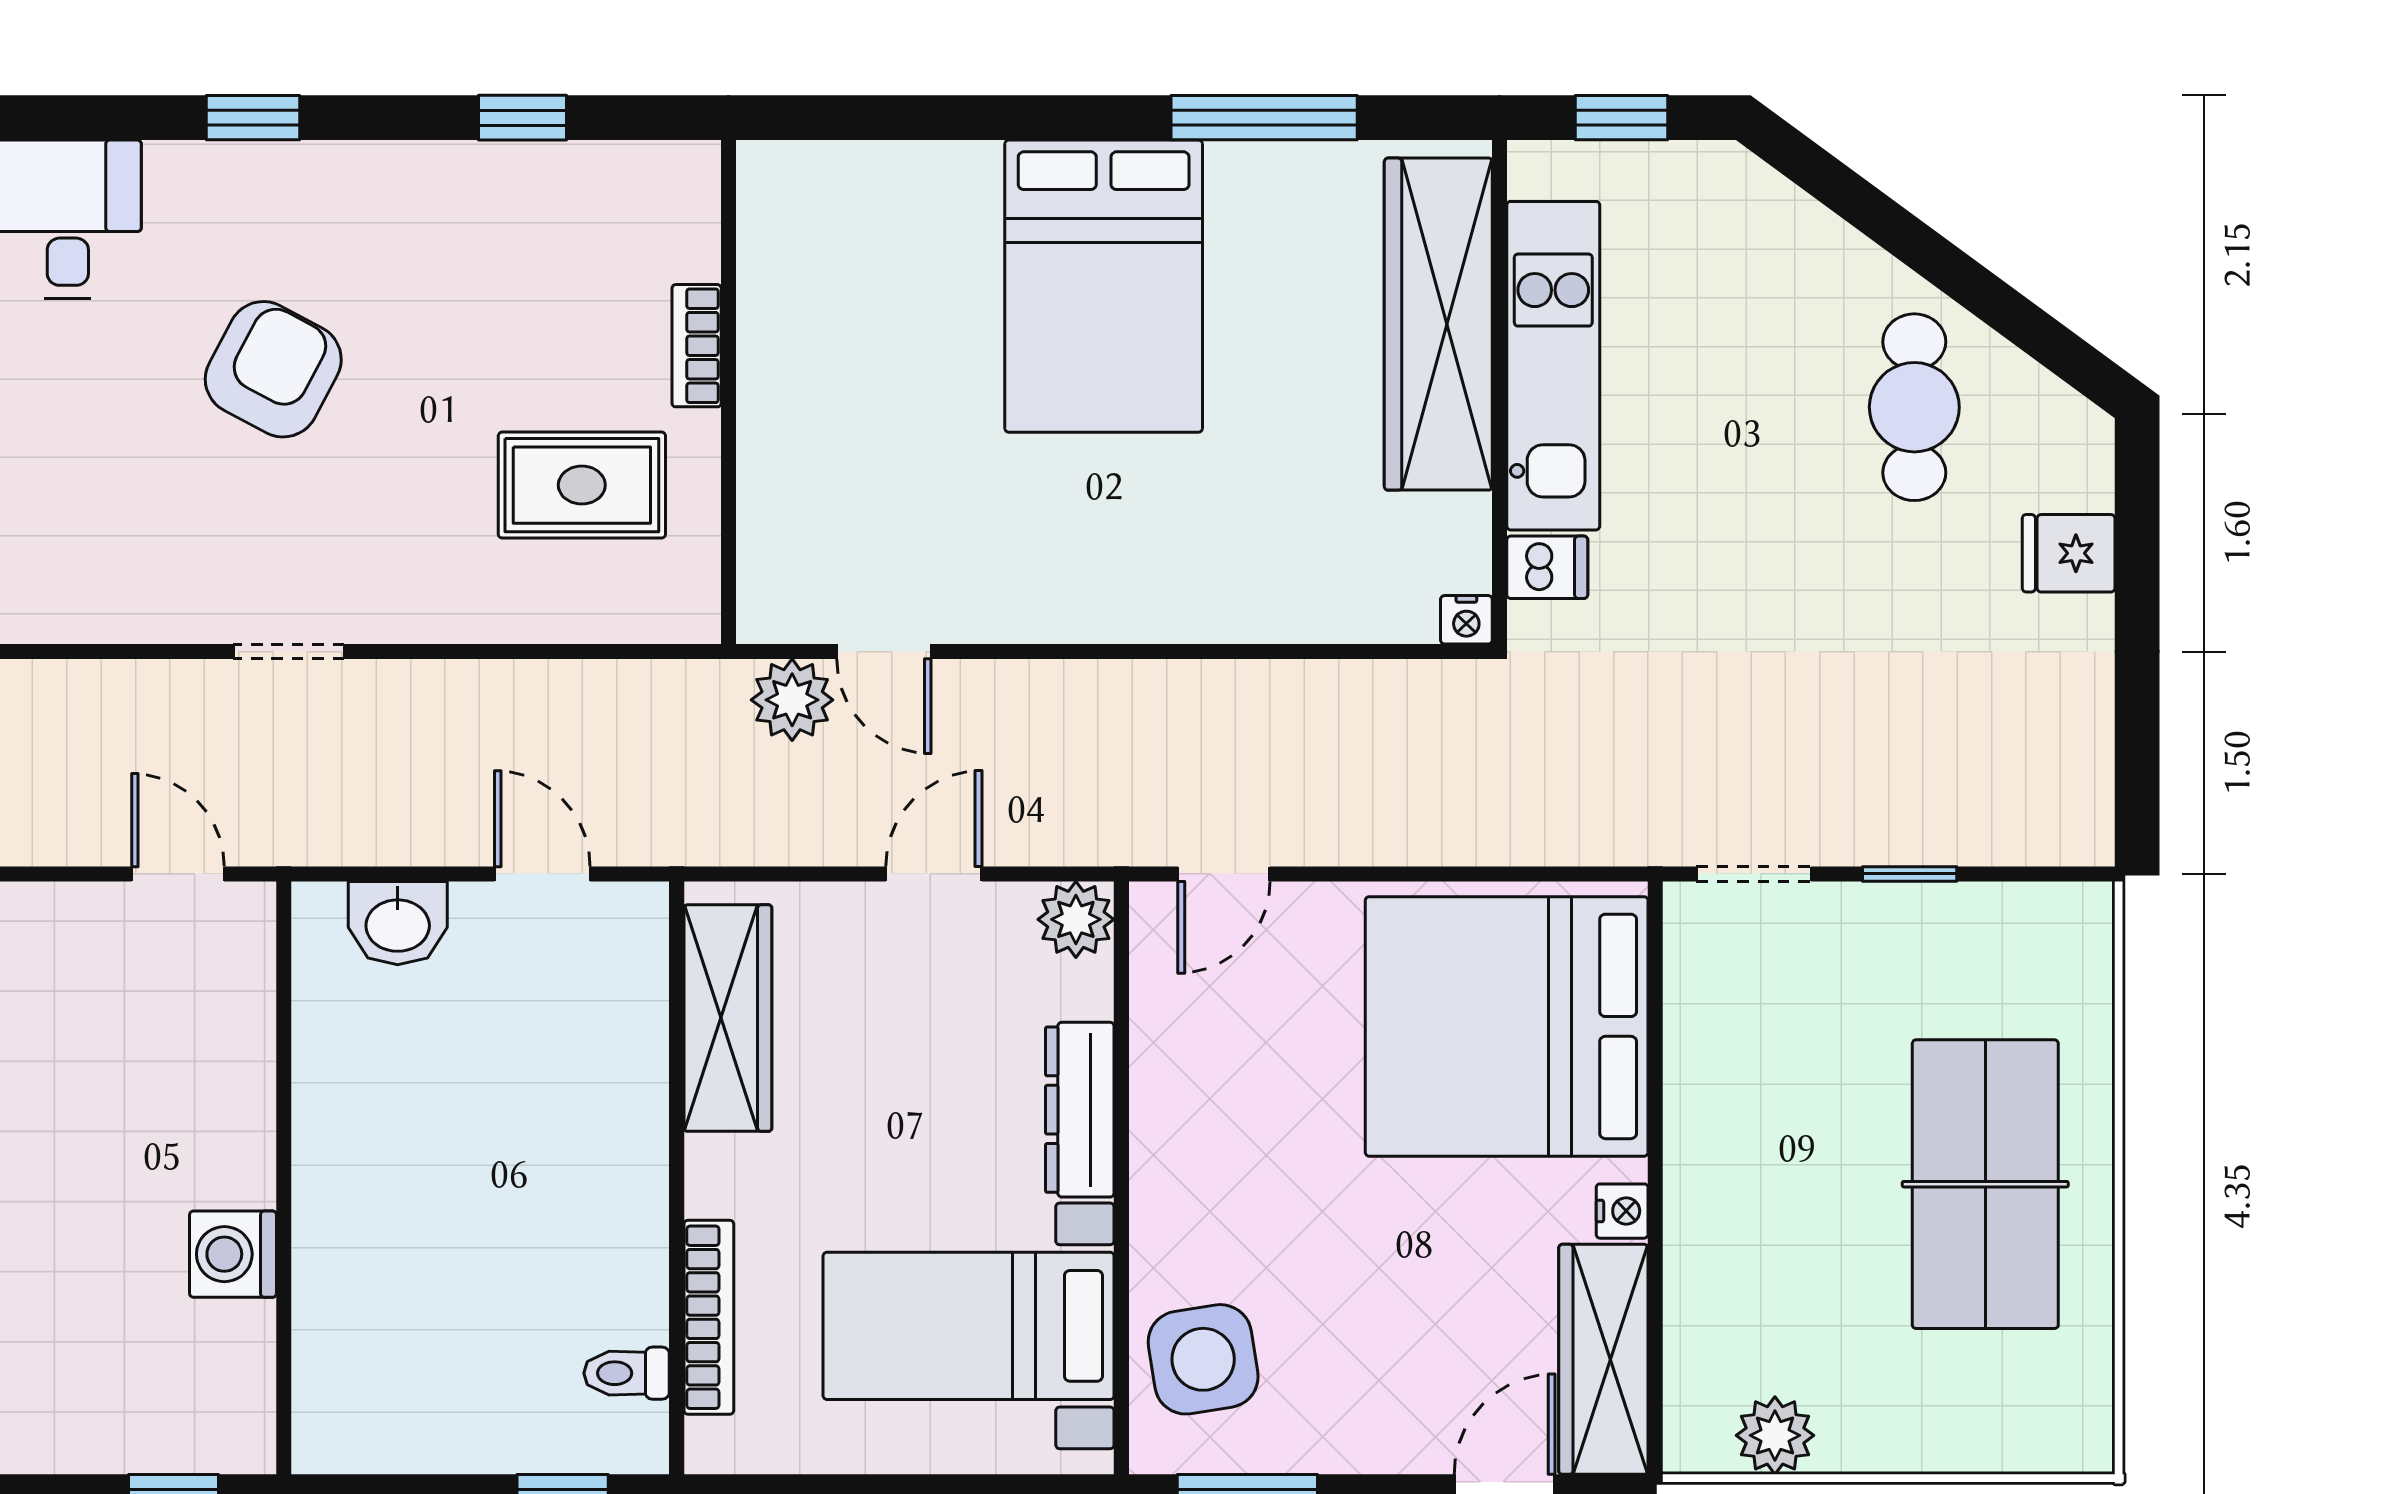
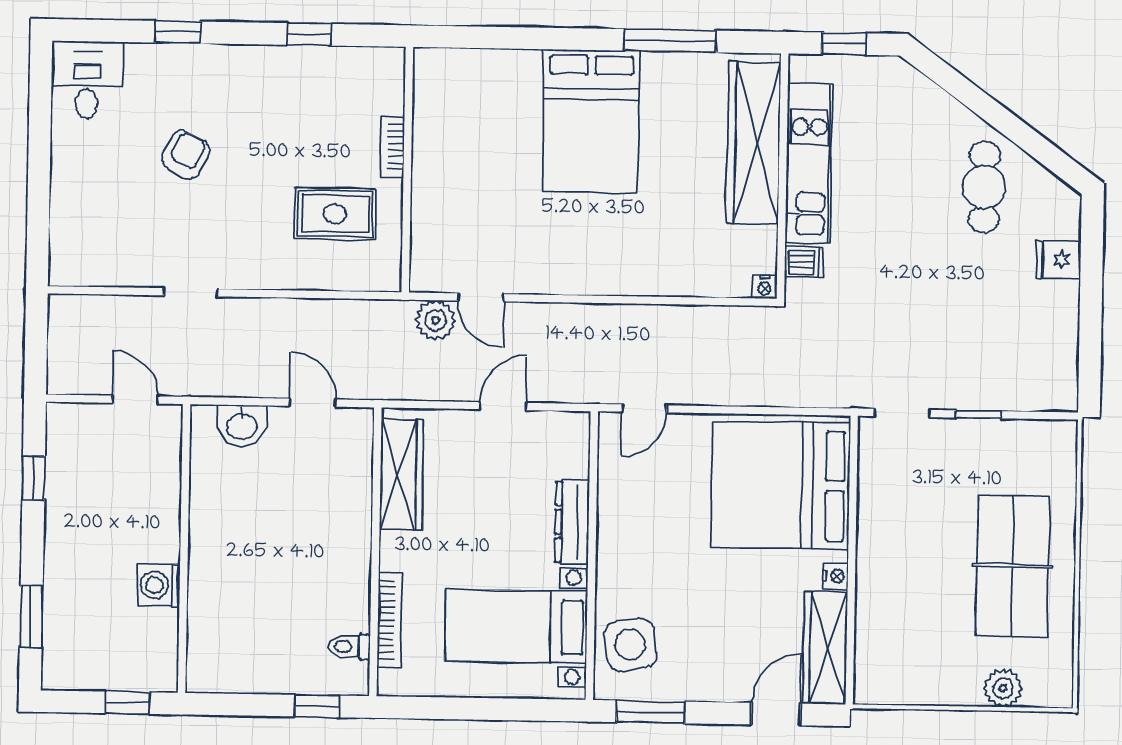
armchair: (273, 369) -> (186, 155), width x0.72, depth x0.72
plant: (1076, 919) -> (572, 429), removed
plant: (1775, 1435) -> (1003, 688), moved

